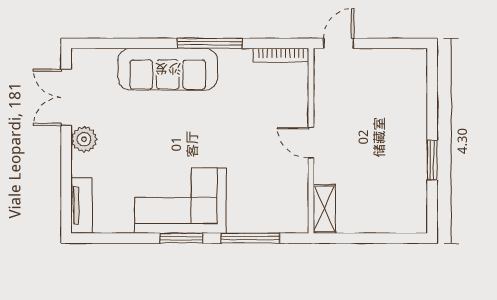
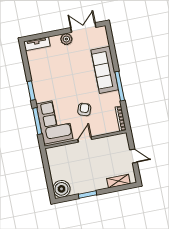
door: (338, 43) -> (134, 156), moved
armchair: (245, 131) -> (84, 110), added
corner sofa: (180, 201) -> (54, 121), moved
shelving: (324, 209) -> (118, 181), moved
boiler: (408, 215) -> (61, 189), added

